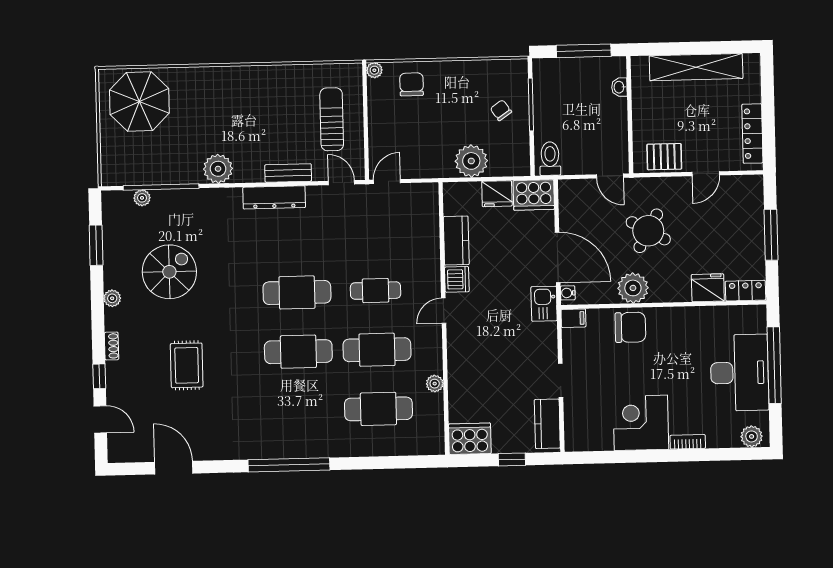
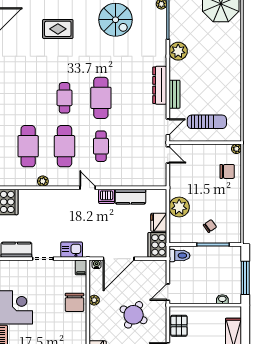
plant: (633, 288) -> (94, 300), width x0.53, depth x0.53
kitchen sink: (544, 304) -> (72, 250), moved
cafe table: (298, 352) -> (65, 98), width x0.73, depth x0.74

